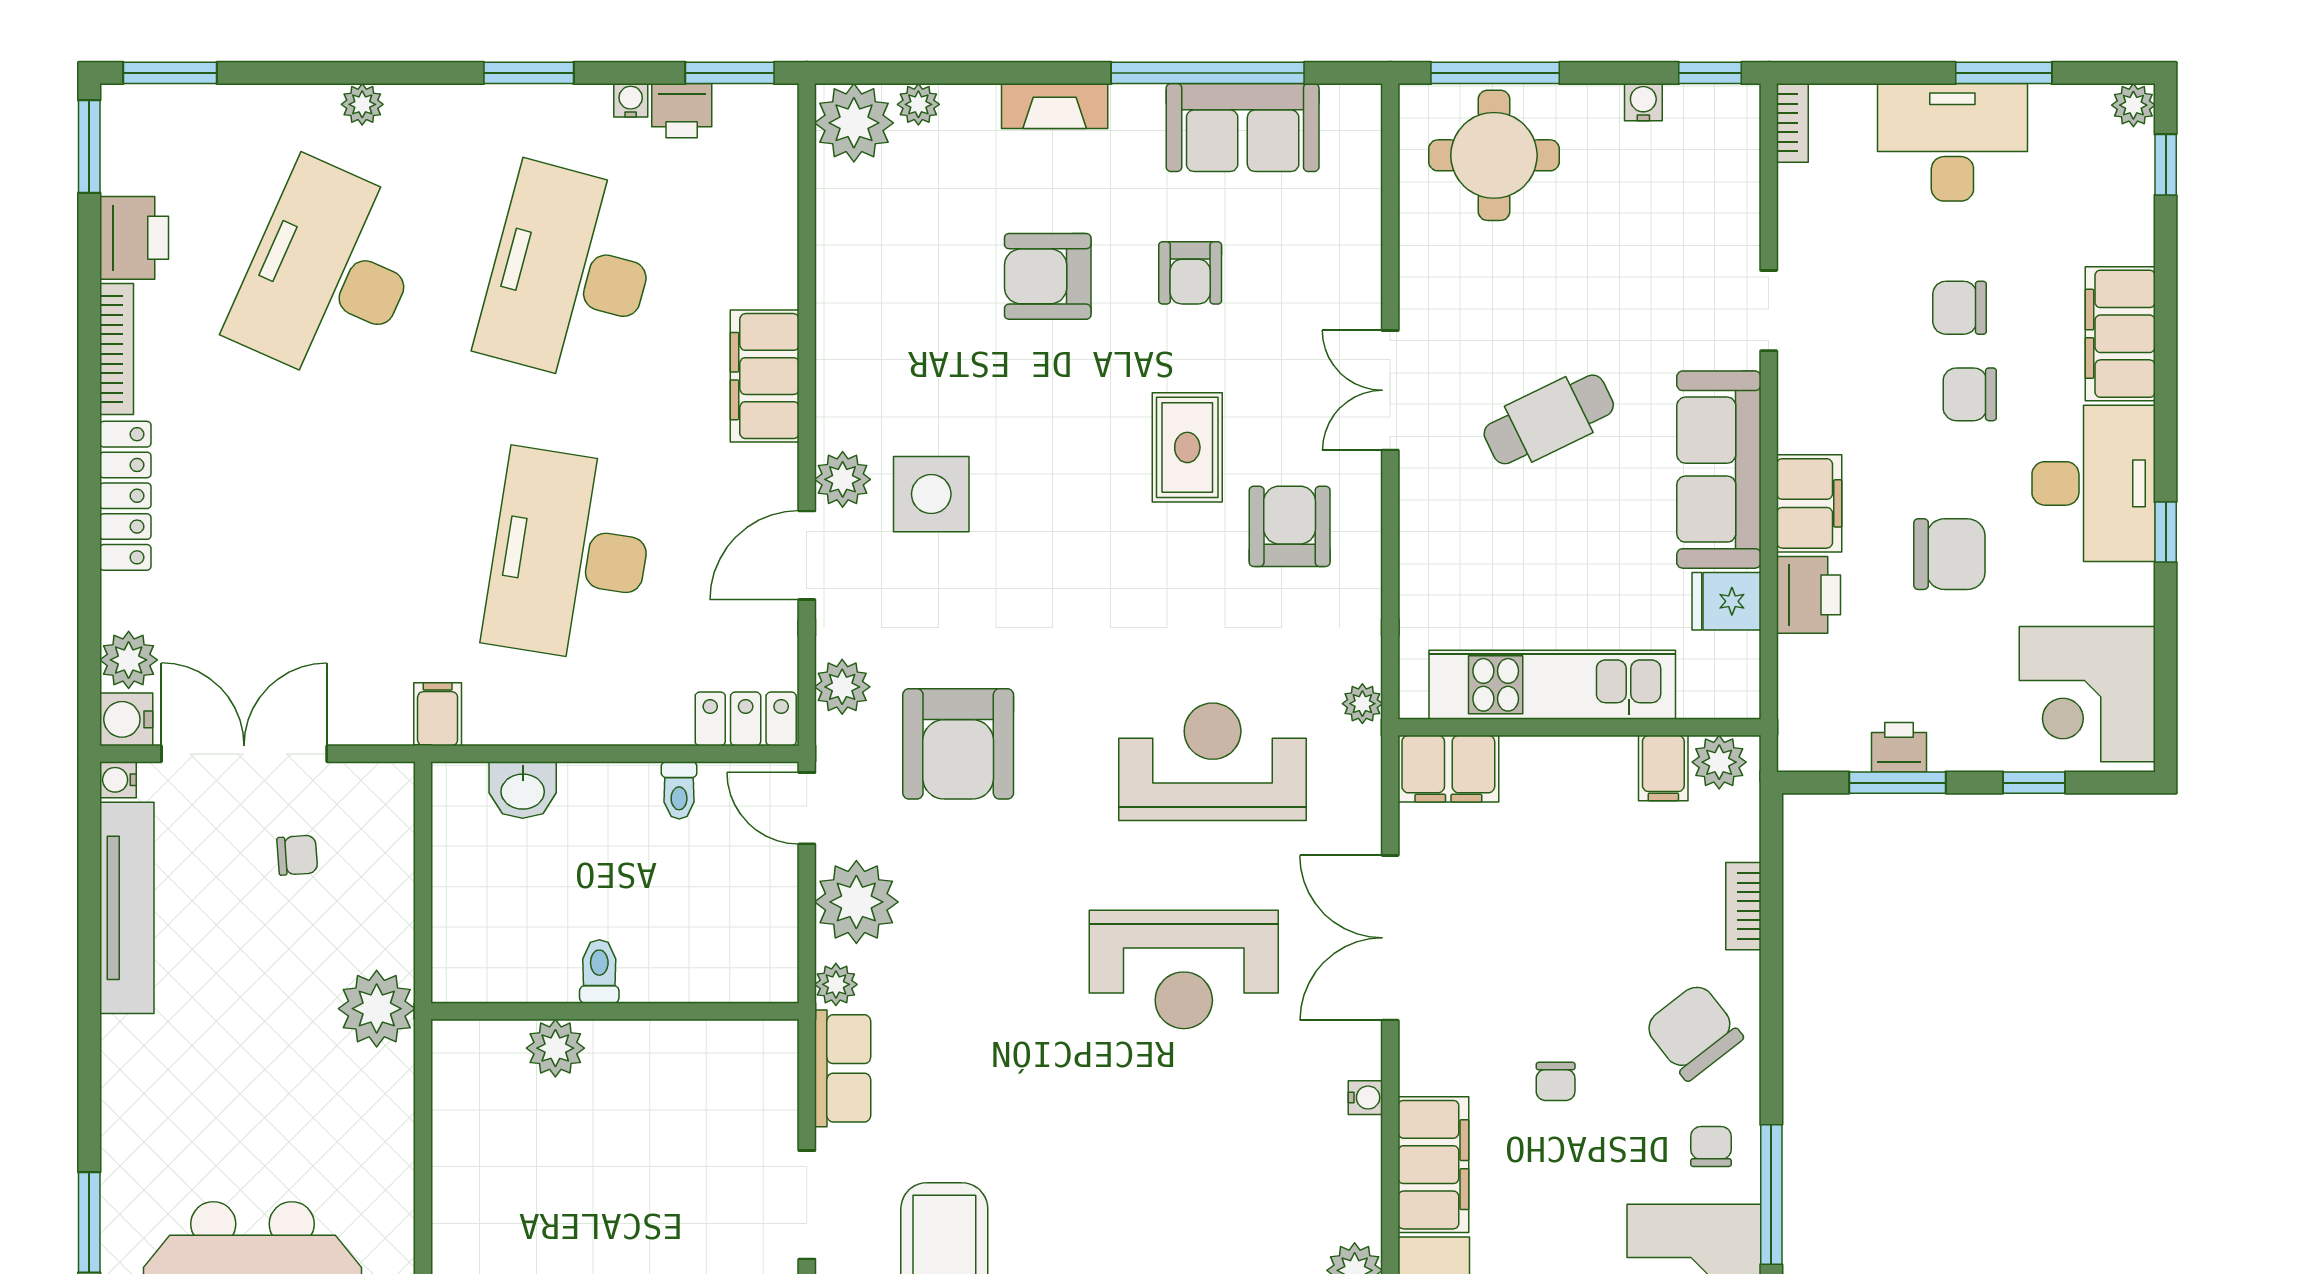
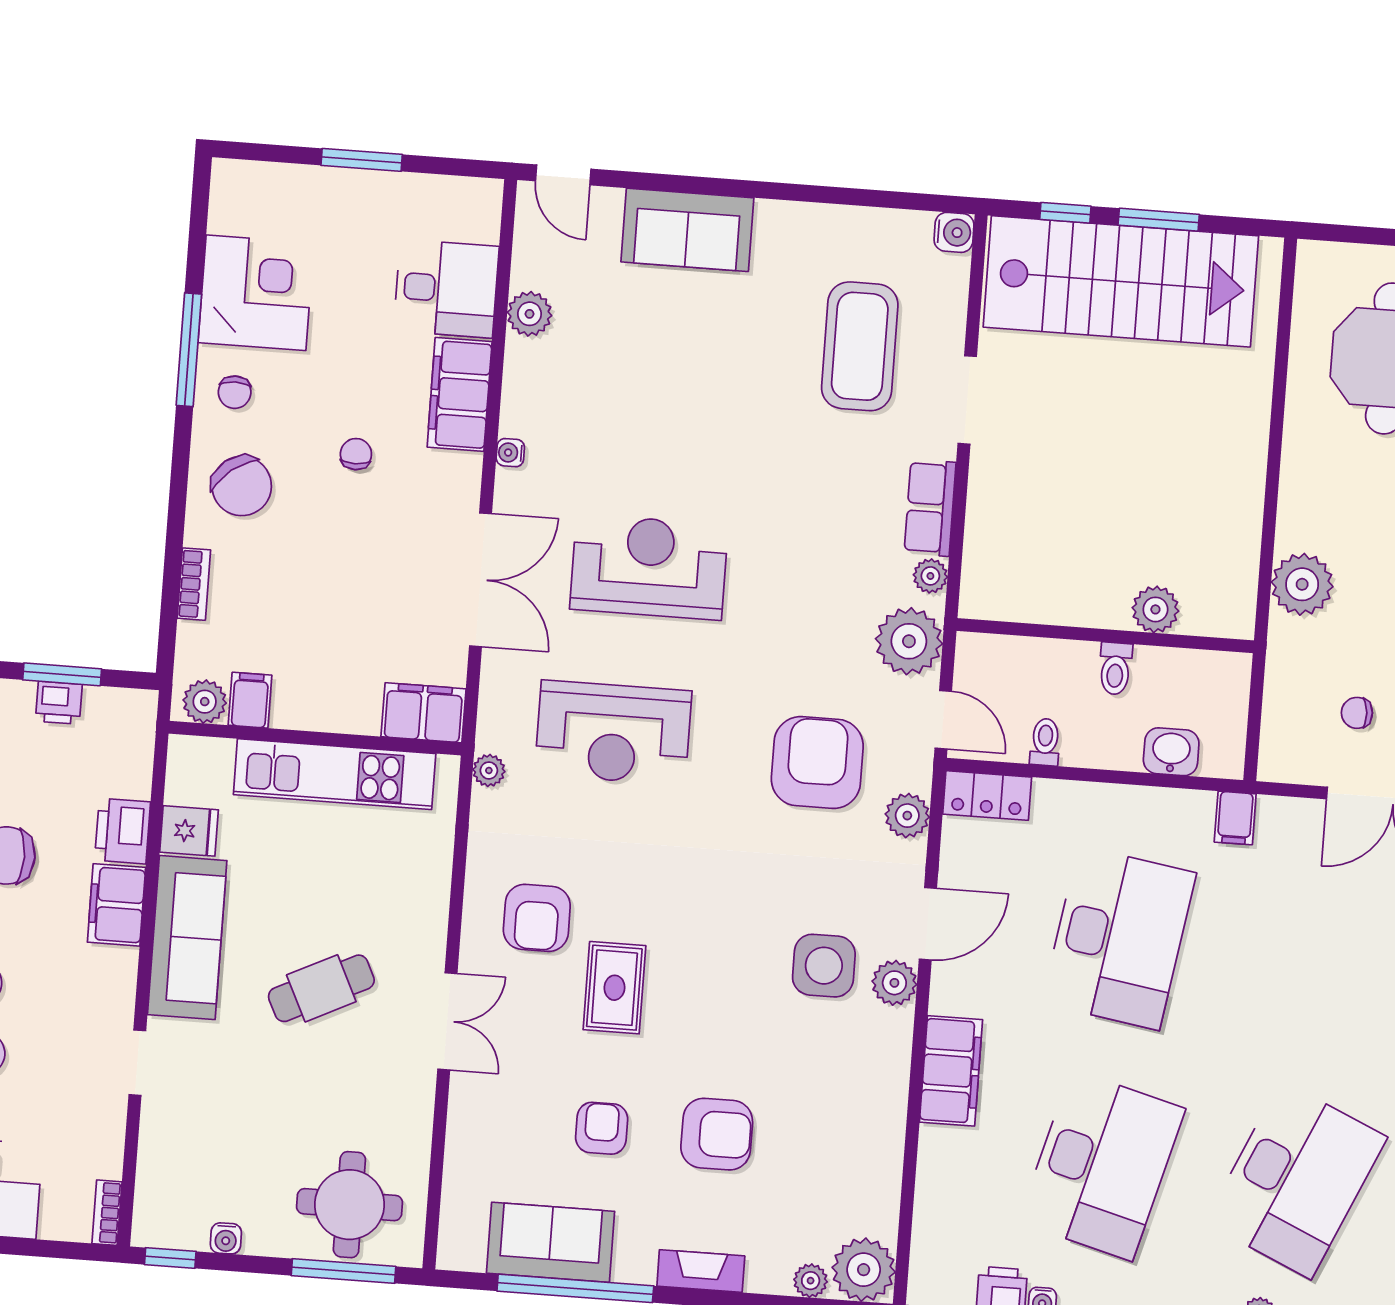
toilet: (599, 972) -> (1115, 669), moved
wall: (615, 1011) -> (1105, 636), moved
plant: (555, 1048) -> (1155, 609), moved

